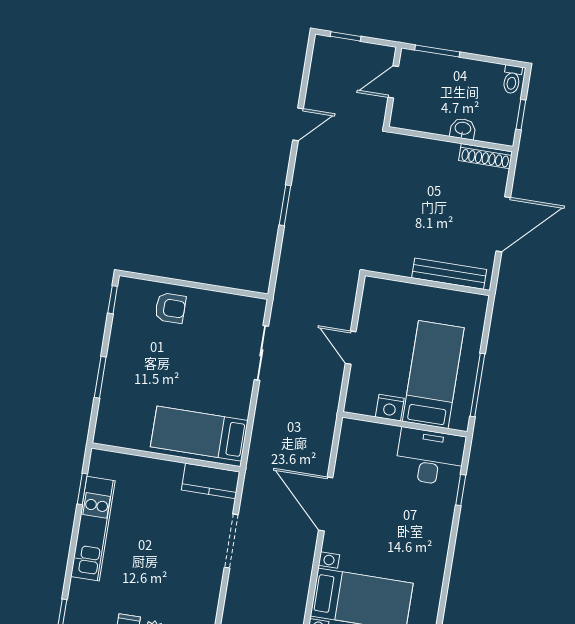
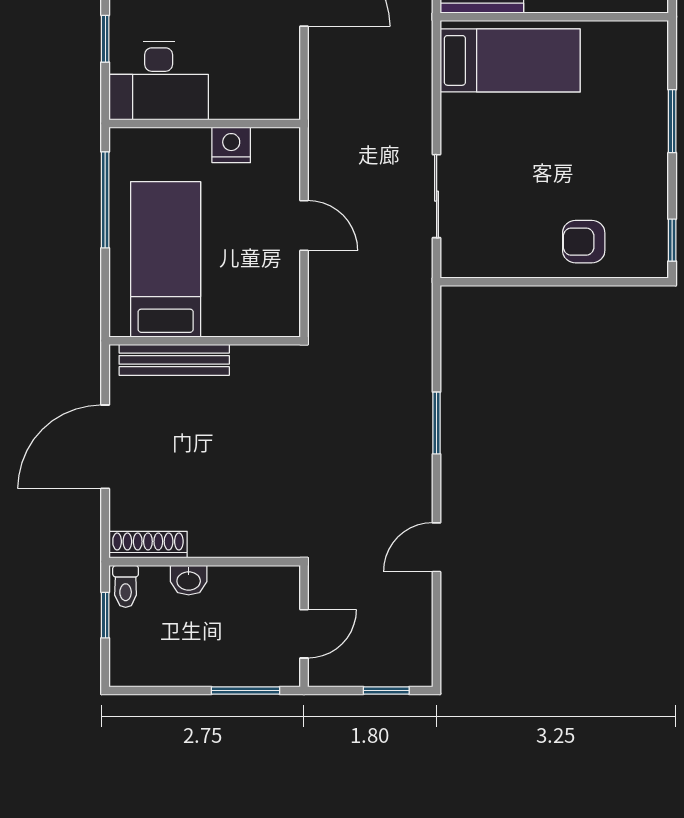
toilet: (512, 79) -> (126, 586), moved, turned 180
bed: (433, 375) -> (166, 259), moved, turned 180

